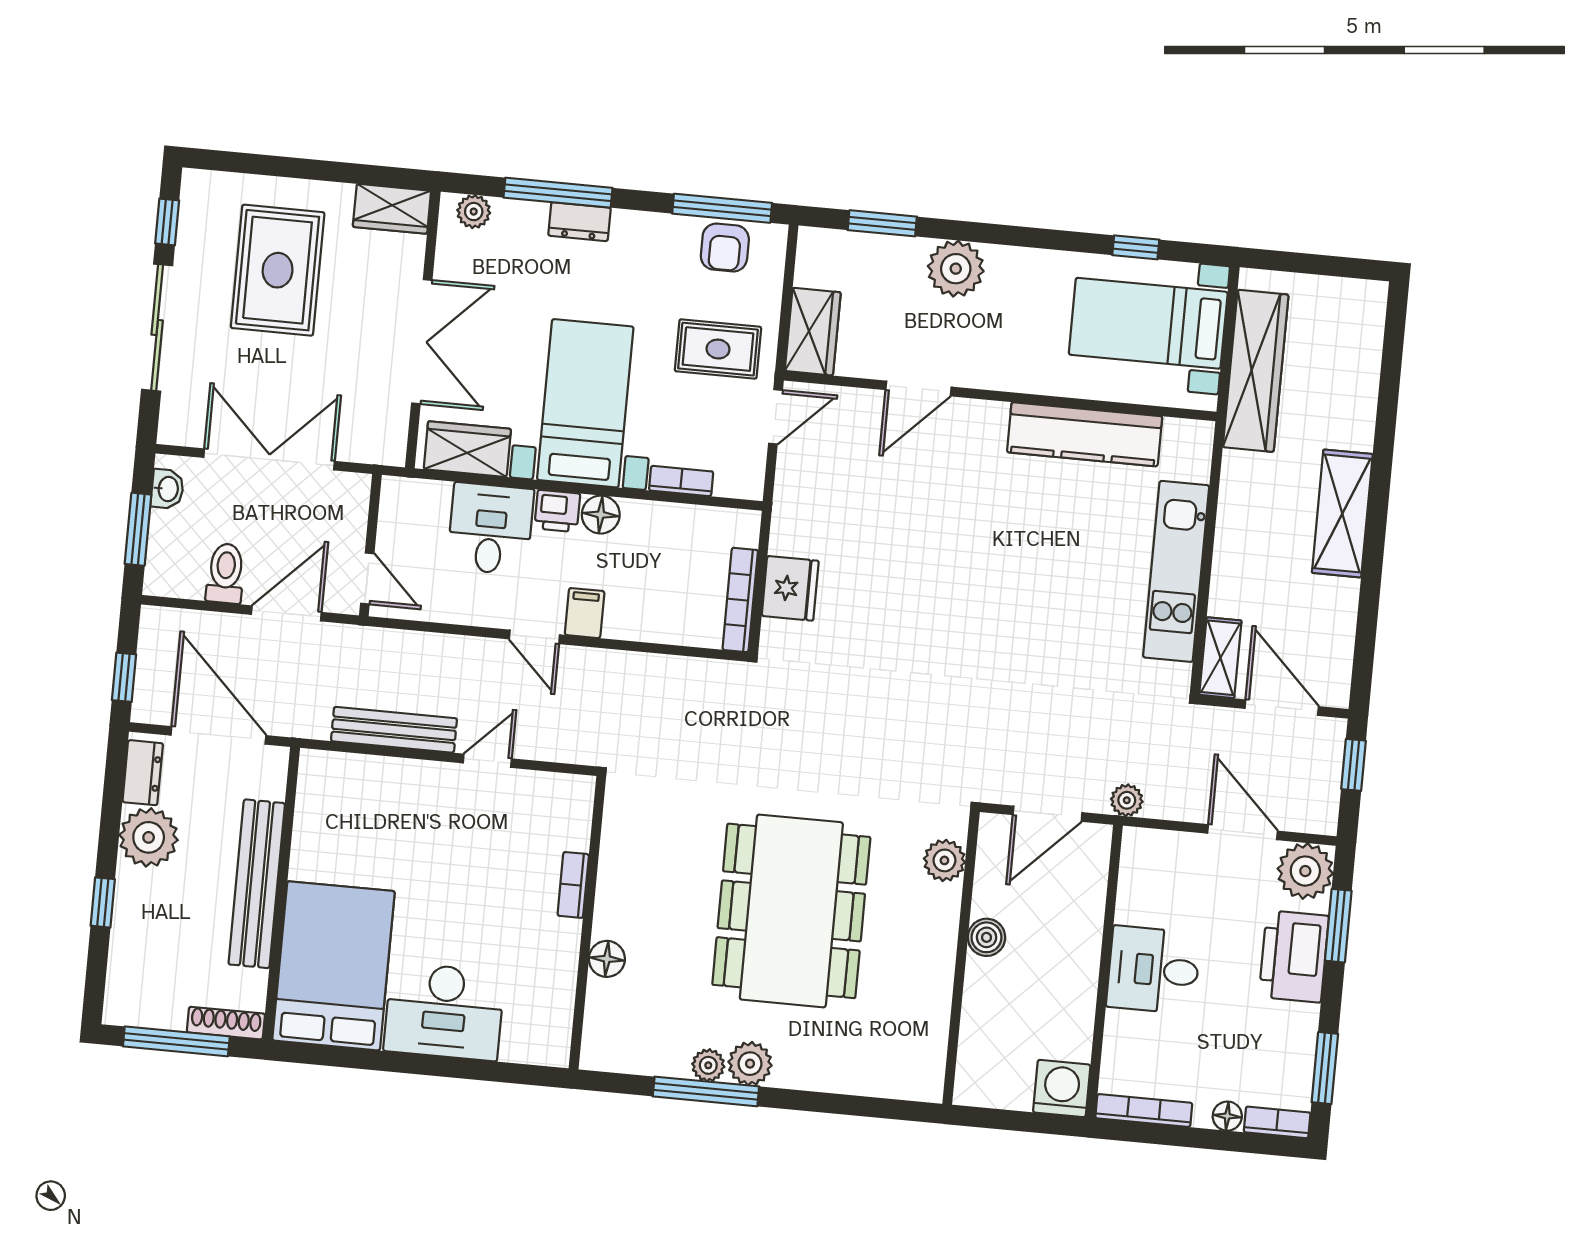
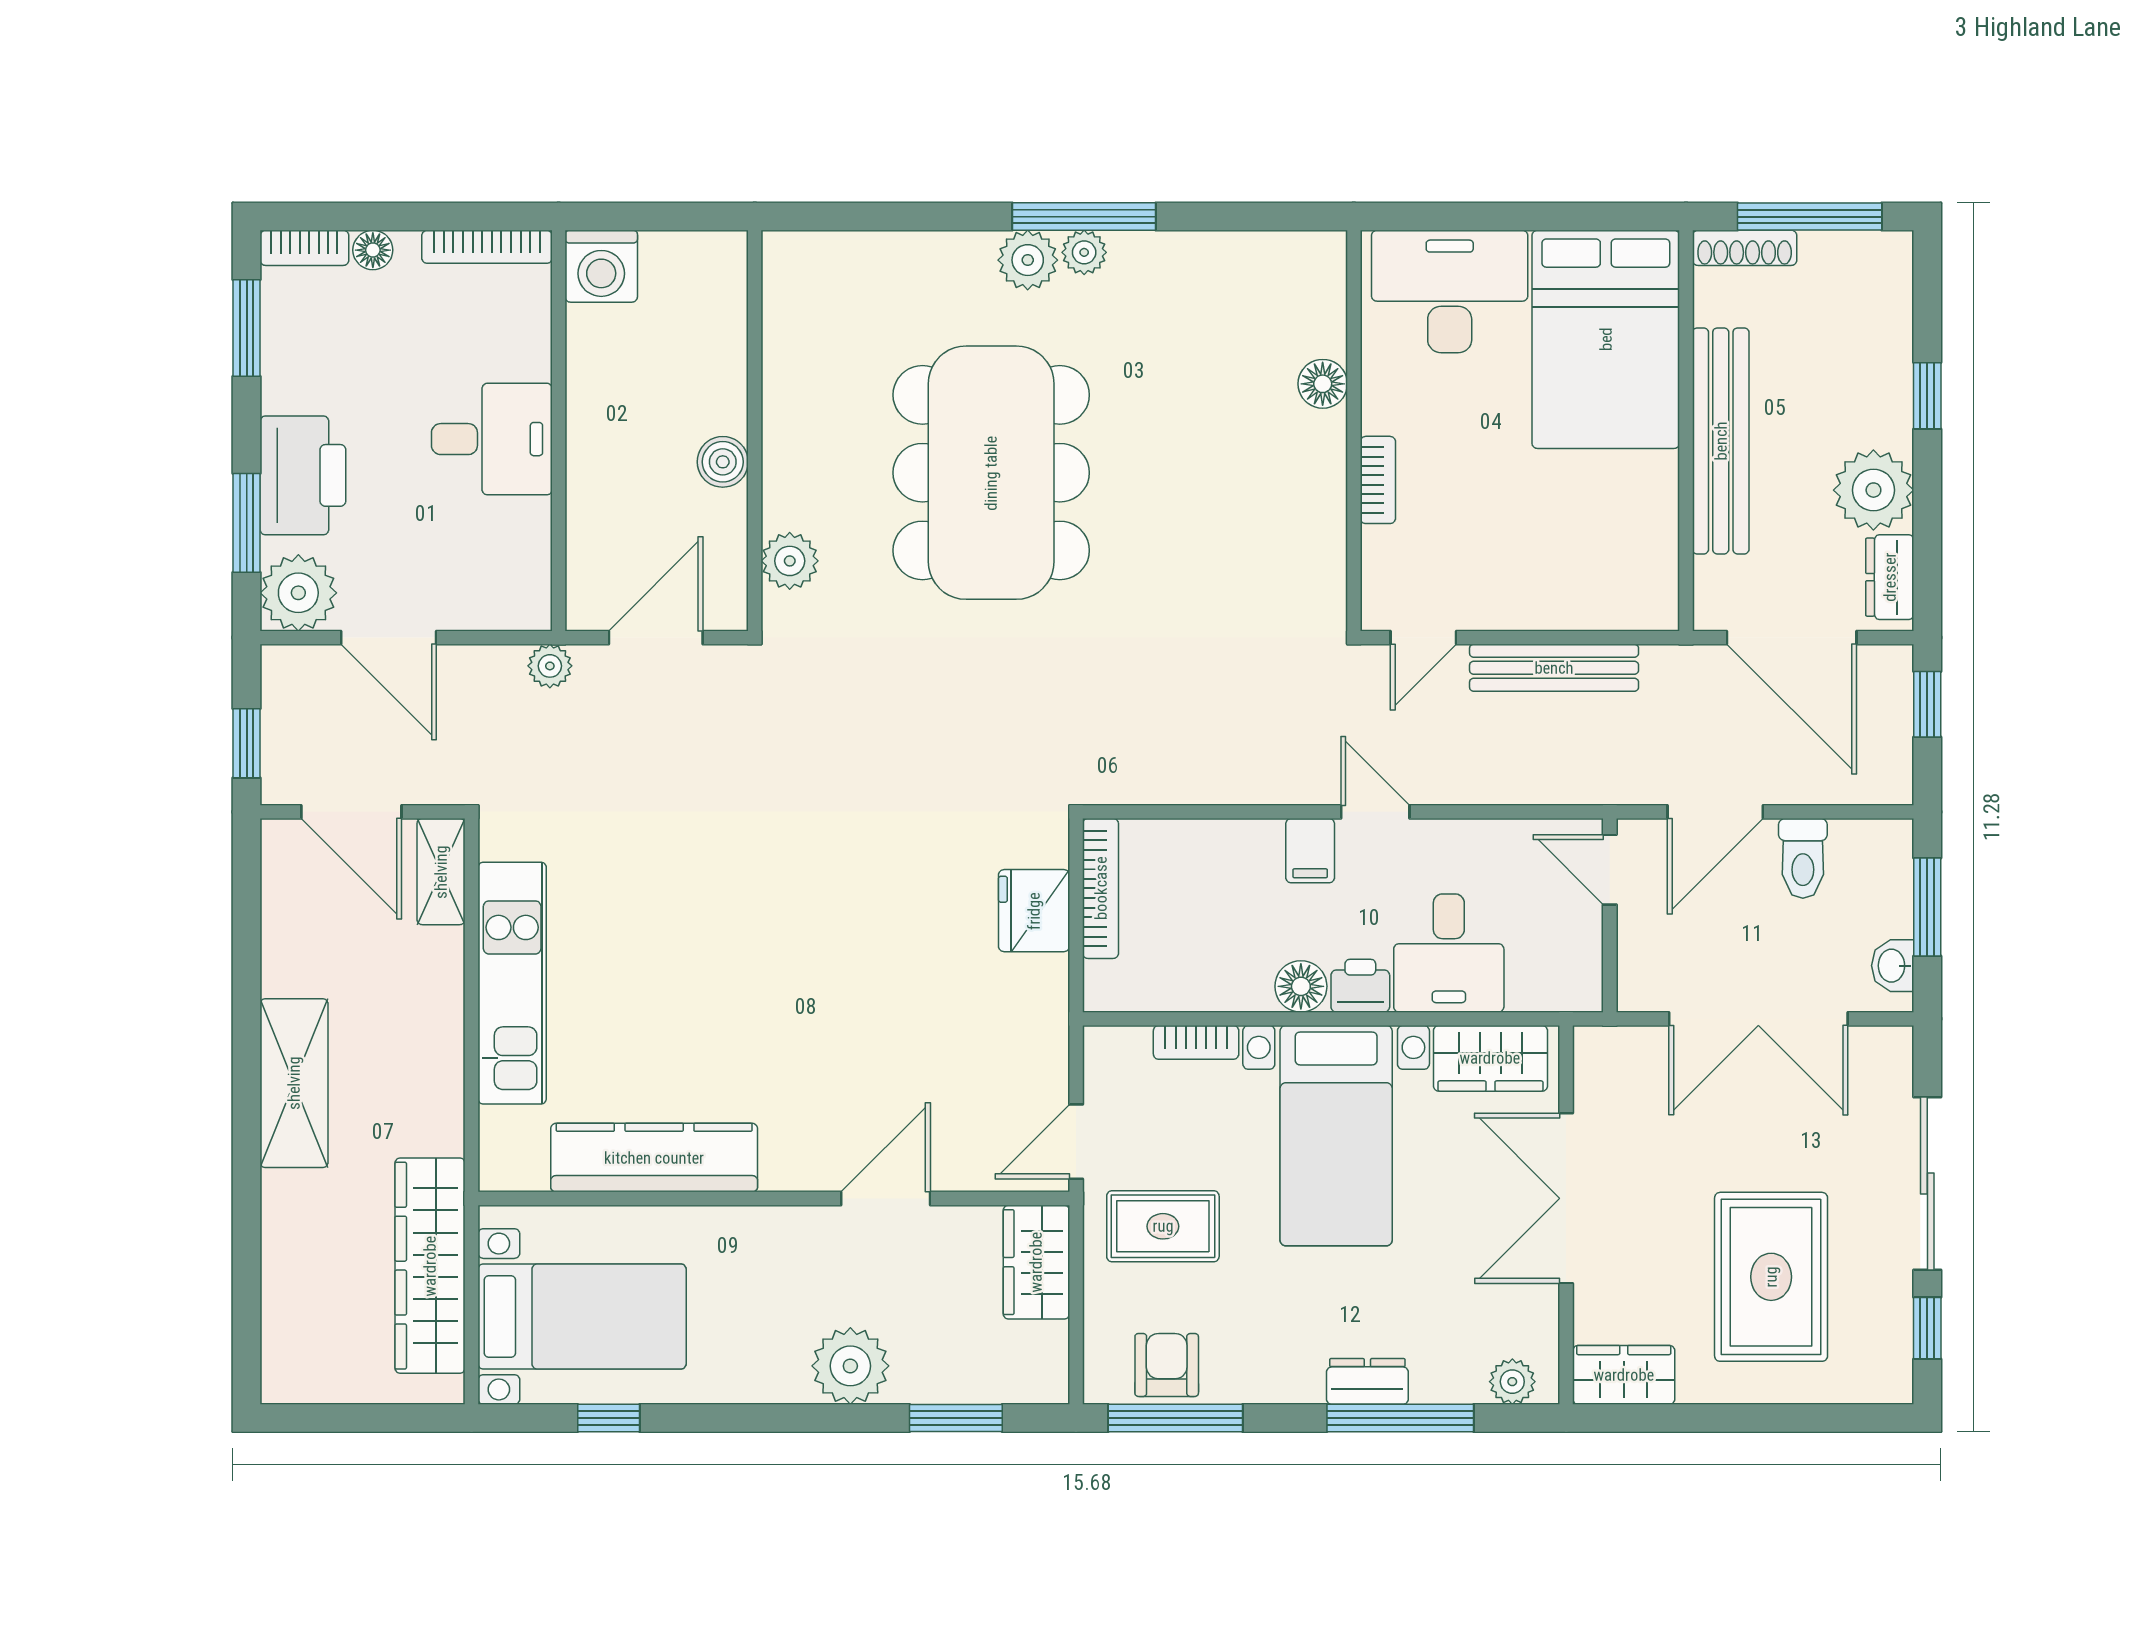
bookcase: (573, 885) -> (1378, 480), moved
wall: (587, 923) -> (1354, 431), moved
floor lamp: (607, 959) -> (1323, 384), moved

